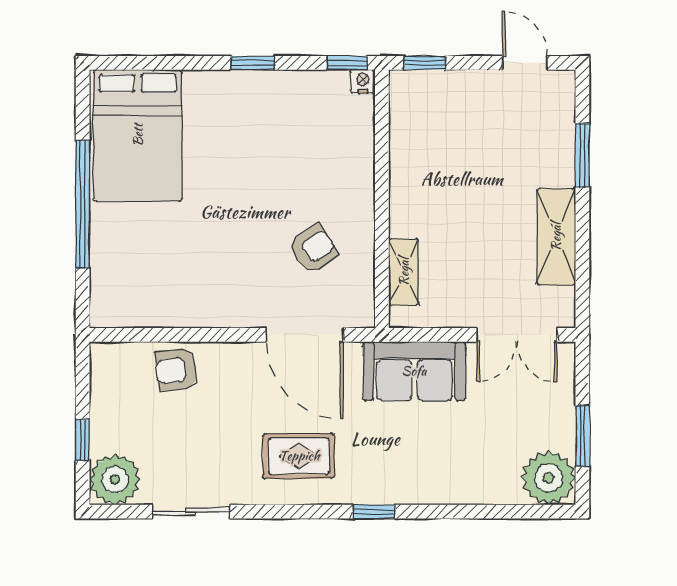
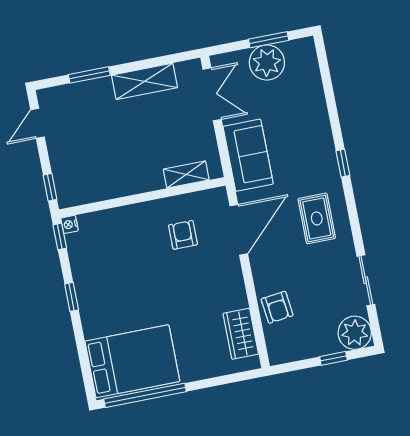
window: (83, 204) -> (145, 395), moved
armchair: (313, 249) -> (183, 235), turned 34
wardrobe: (147, 307) -> (241, 334), added
plant: (549, 478) -> (267, 62), moved

